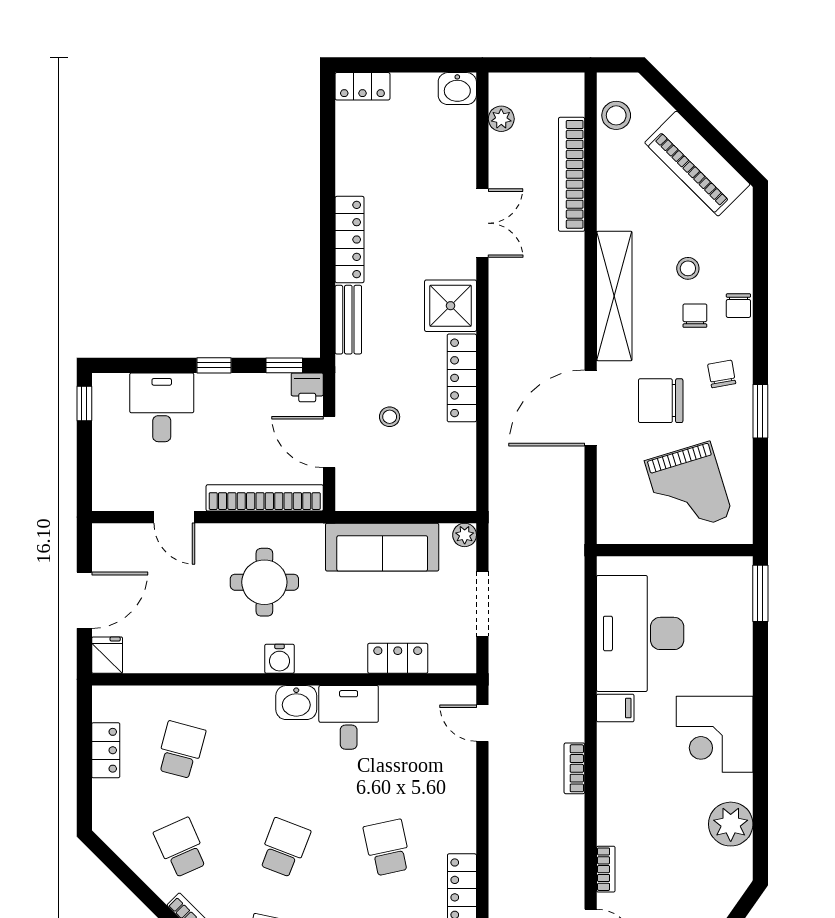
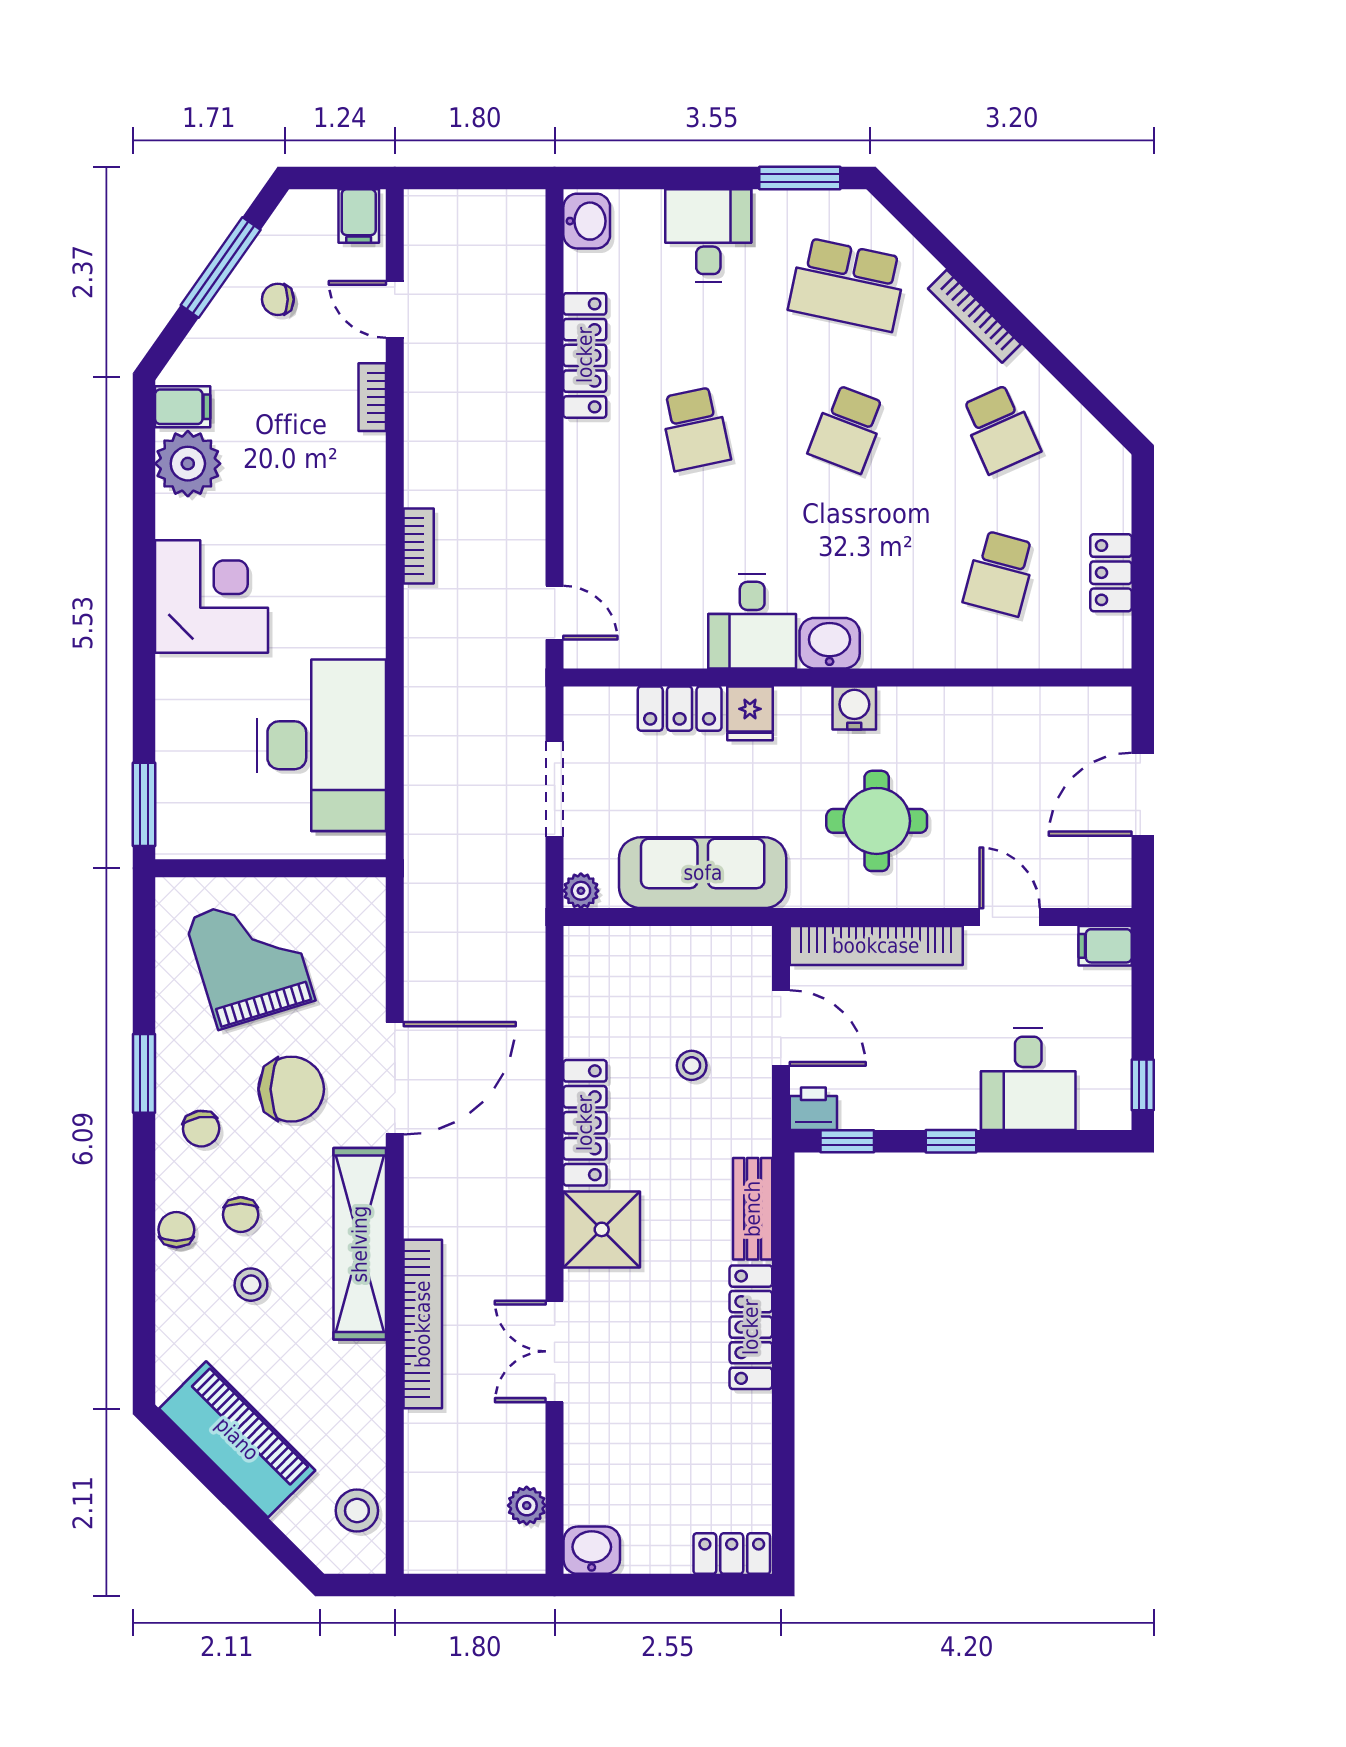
bookcase: (572, 174) -> (423, 1324), moved
filing cabinet: (110, 498) -> (1105, 946), added
fridge: (107, 655) -> (750, 713), moved
filing cabinet: (615, 708) -> (183, 407), moved, turned 180

